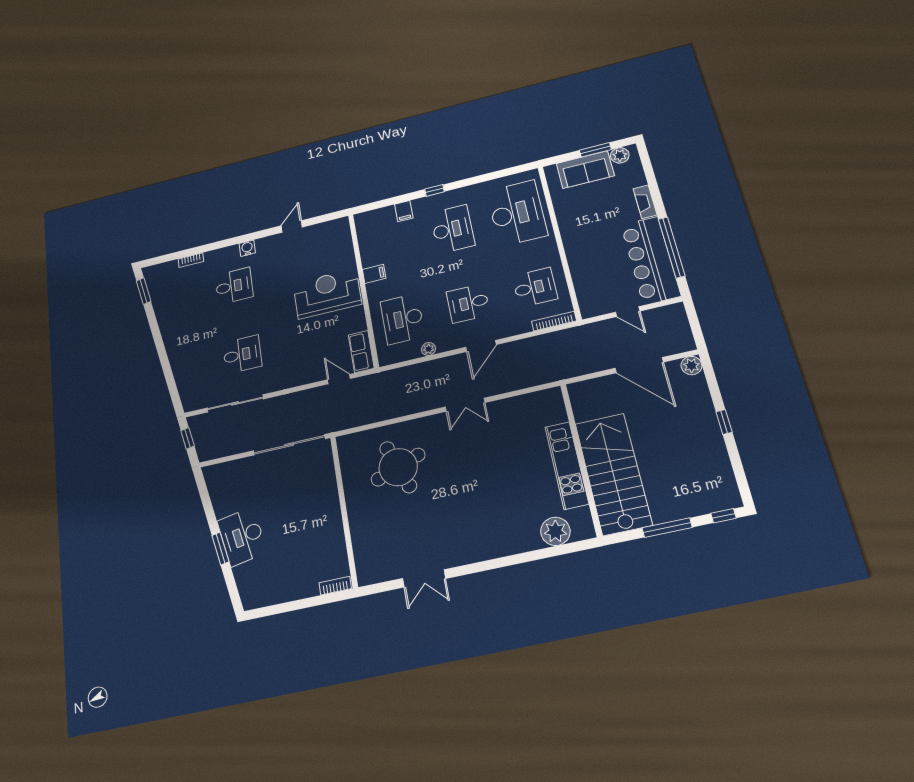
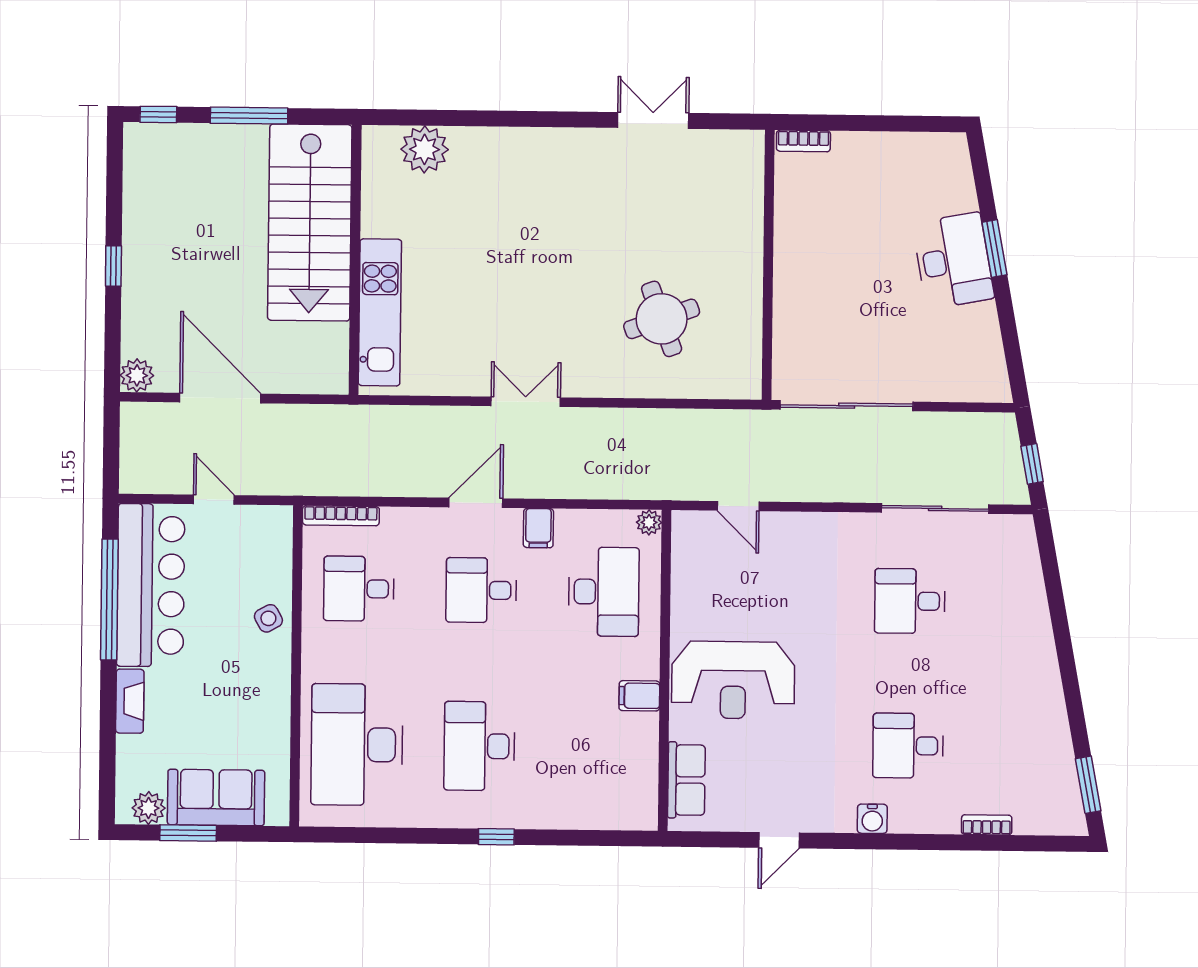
filing cabinet: (404, 211) -> (538, 528), moved, turned 180
side table: (581, 260) -> (268, 618), added
desk: (468, 303) -> (481, 590), turned 180
plant: (429, 349) -> (649, 522), moved
row of seats: (361, 352) -> (686, 780), moved
kitchen unit: (567, 465) -> (380, 312), moved
round table: (398, 467) -> (662, 319), width x0.73, depth x0.73

